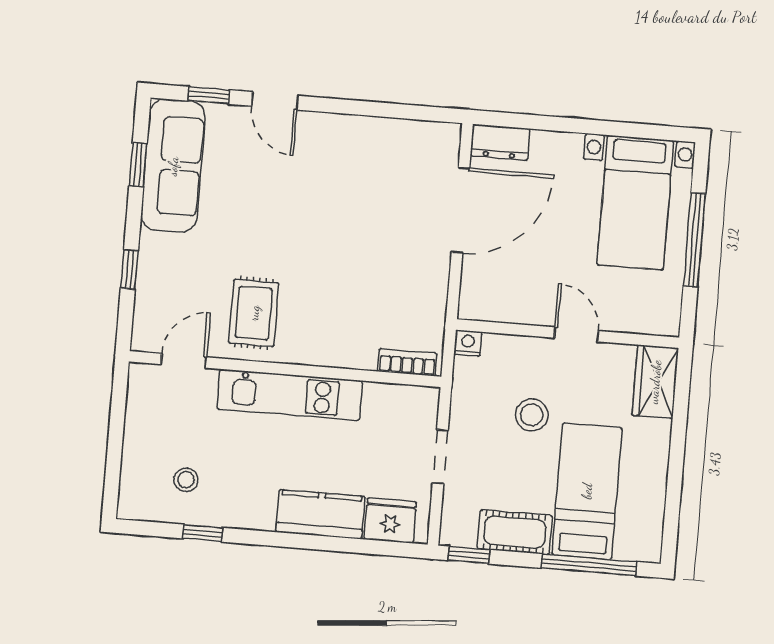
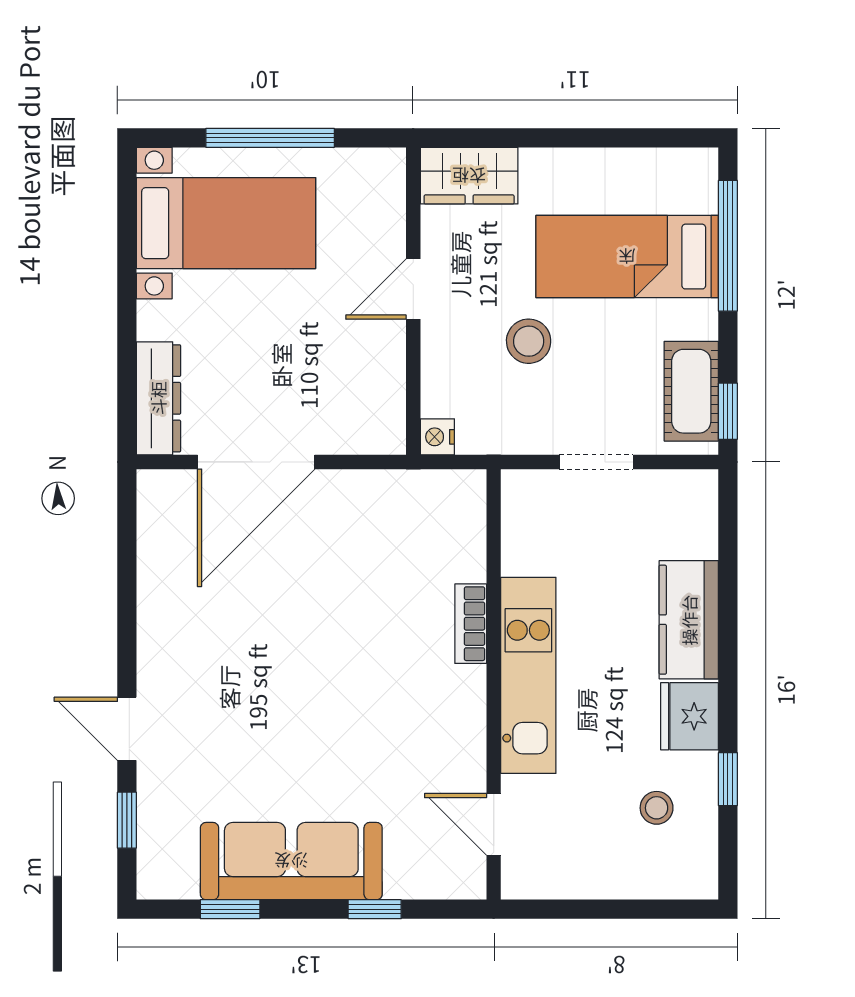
door: (275, 101) -> (127, 729), swing flipped
dresser: (500, 142) -> (158, 398), width x1.44
sofa: (173, 166) -> (291, 861), moved
door: (460, 210) -> (256, 462), swing flipped
rug: (254, 313) -> (420, 734), removed
bookcase: (407, 362) -> (471, 624), moved
fridge: (390, 521) -> (689, 716), moved
cot: (515, 532) -> (691, 391), moved

